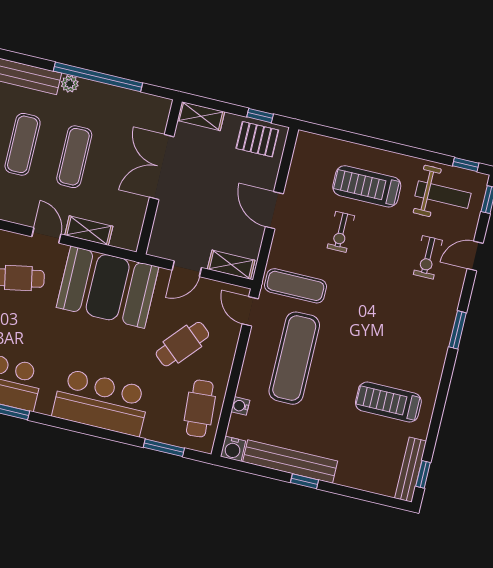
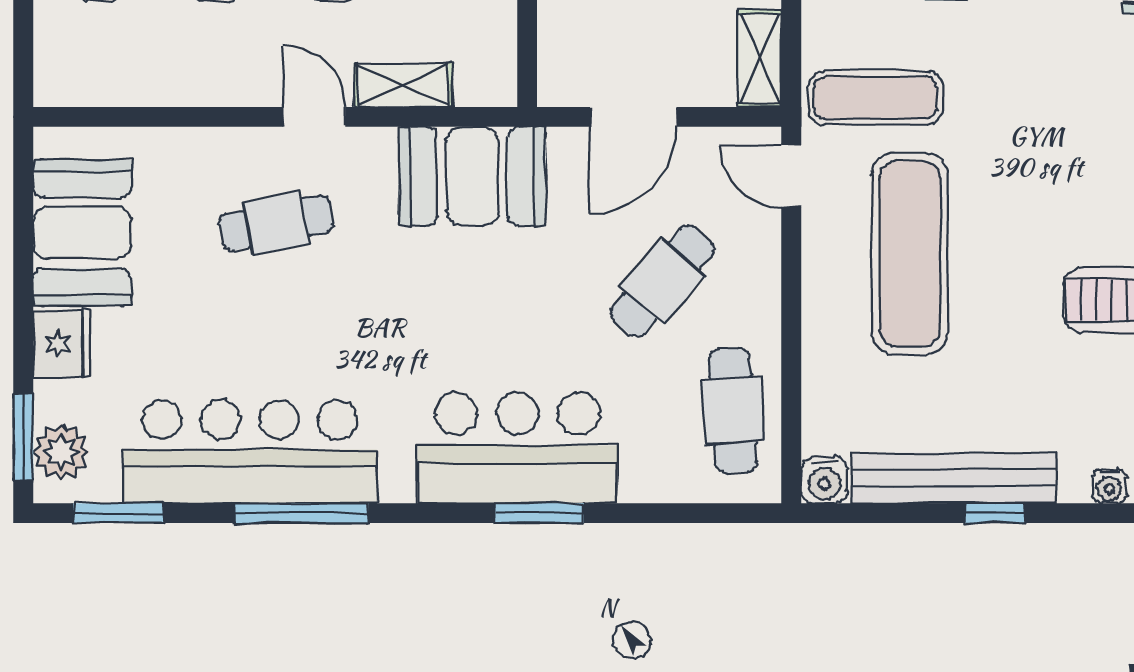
shelving: (231, 265) -> (760, 59), moved, turned 90
door: (187, 269) -> (633, 117), width x1.38
booth: (108, 287) -> (472, 176), width x0.73, depth x0.70
water cooler: (240, 406) -> (1109, 486), moved, turned -90
window: (164, 448) -> (539, 513), moved

